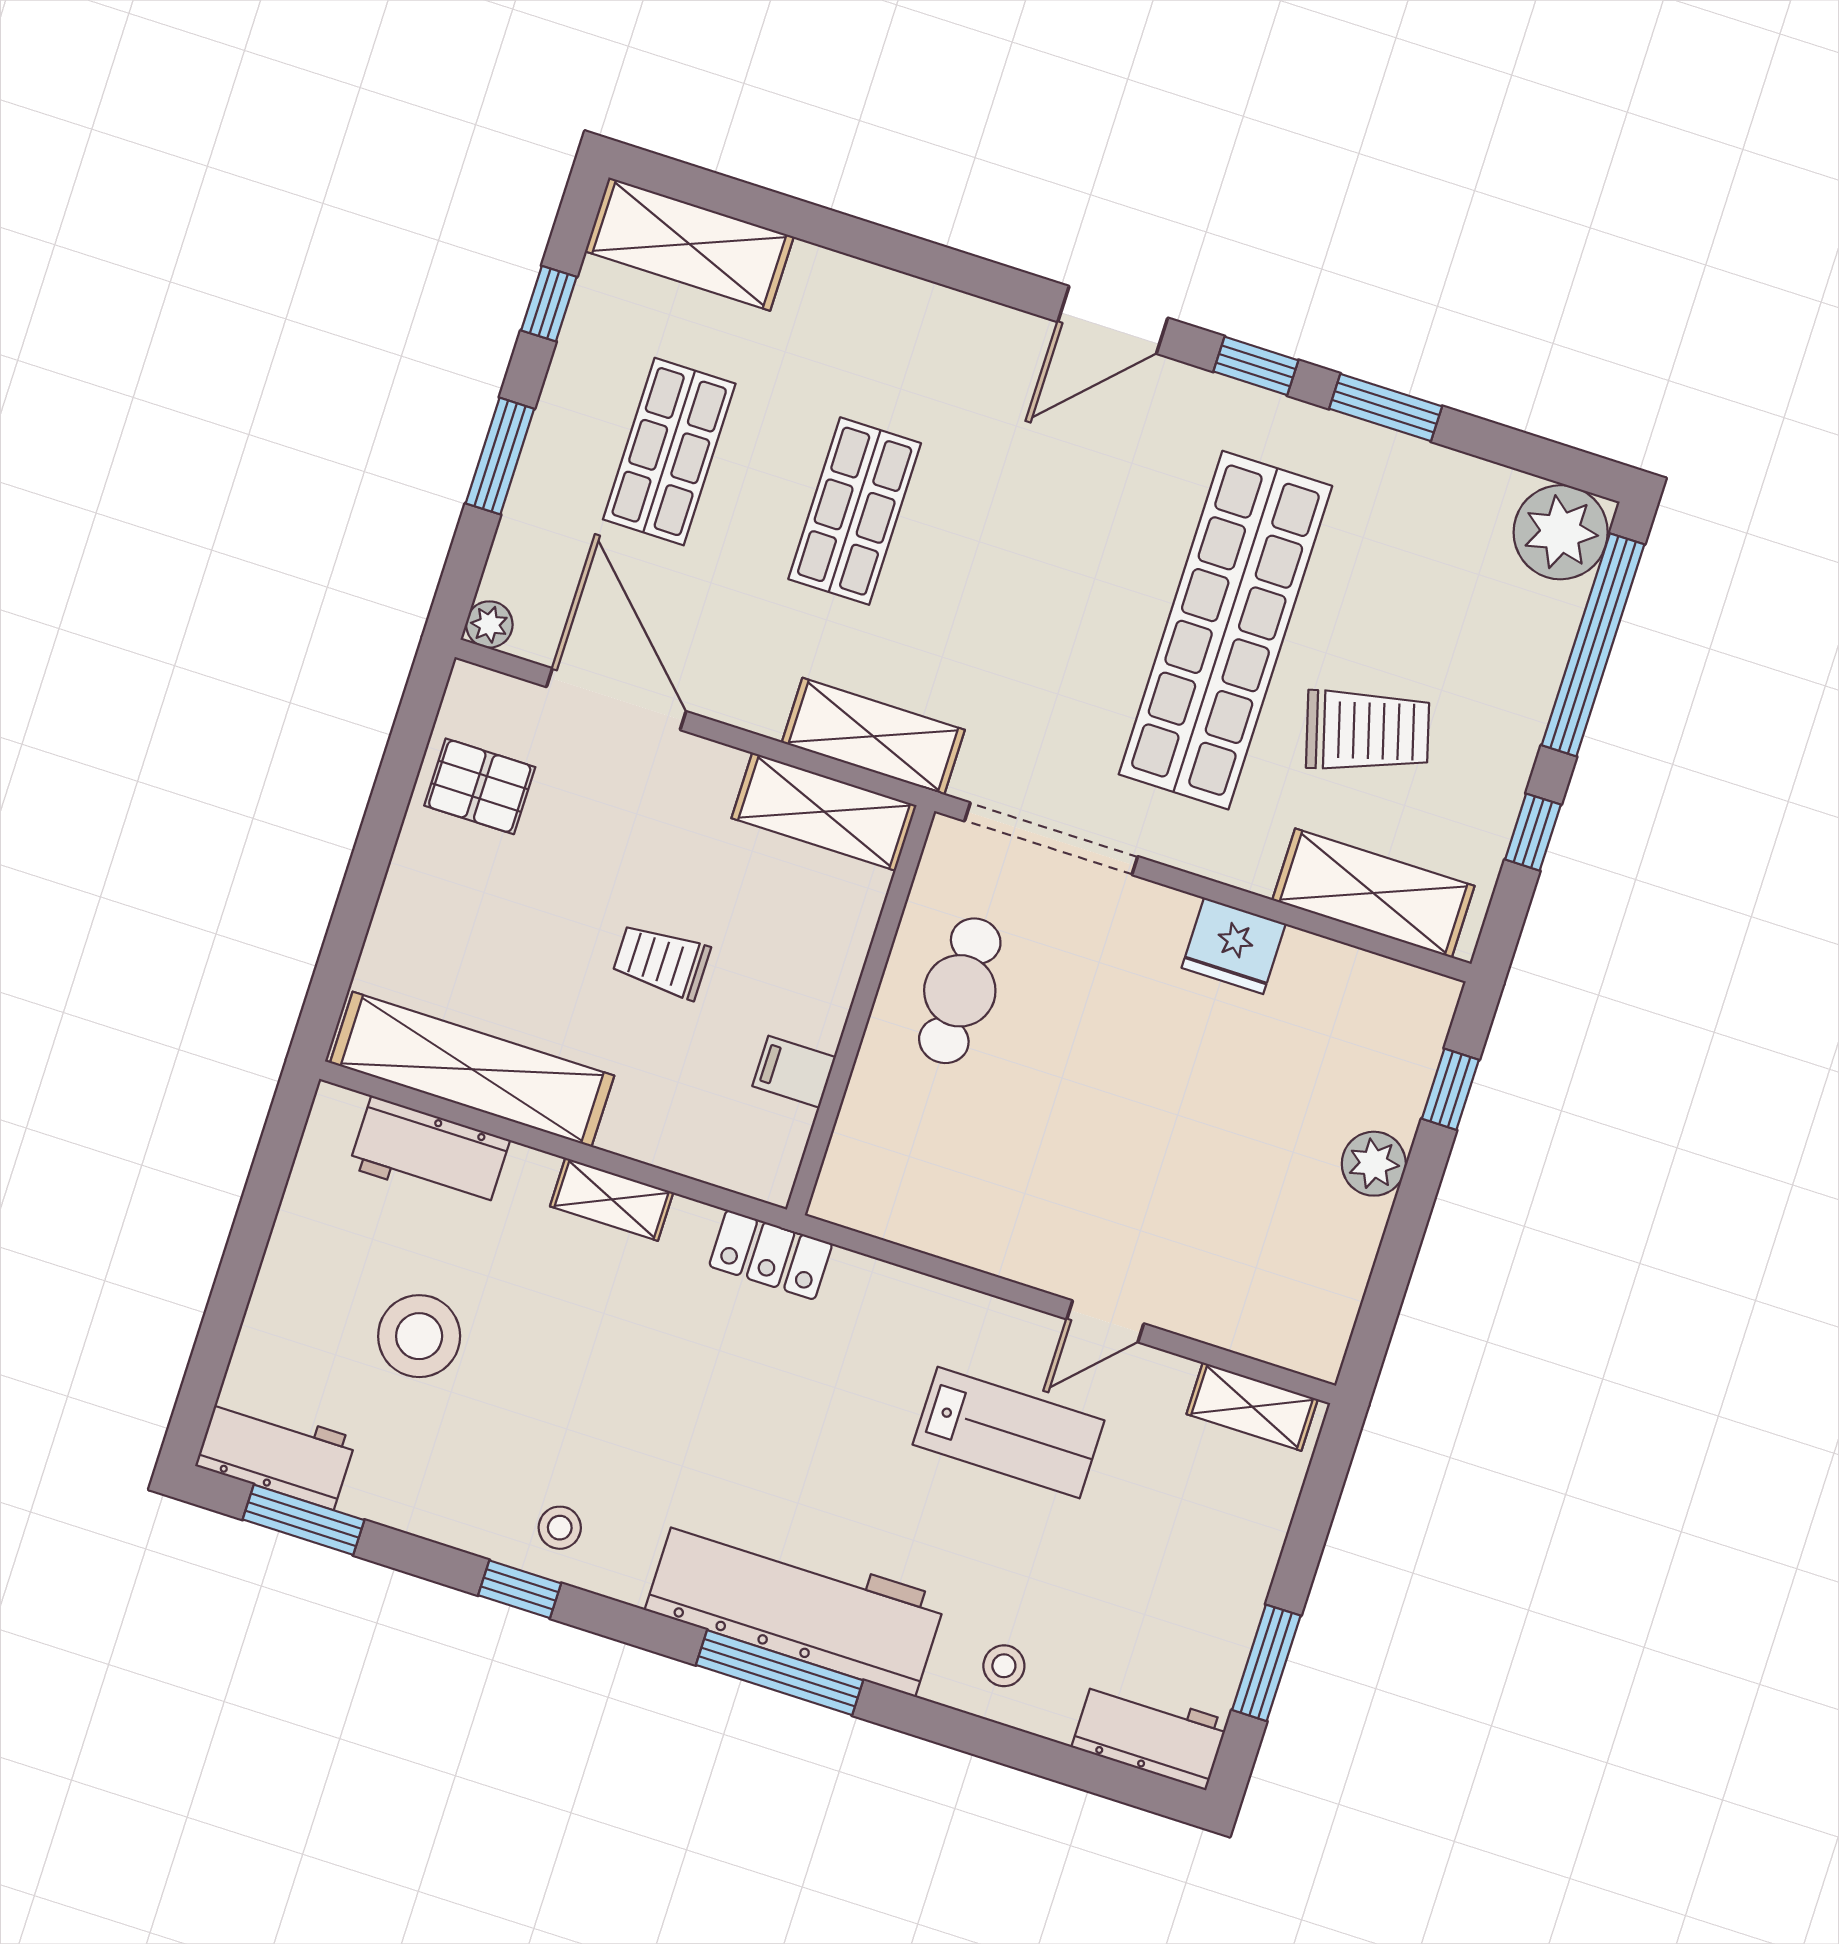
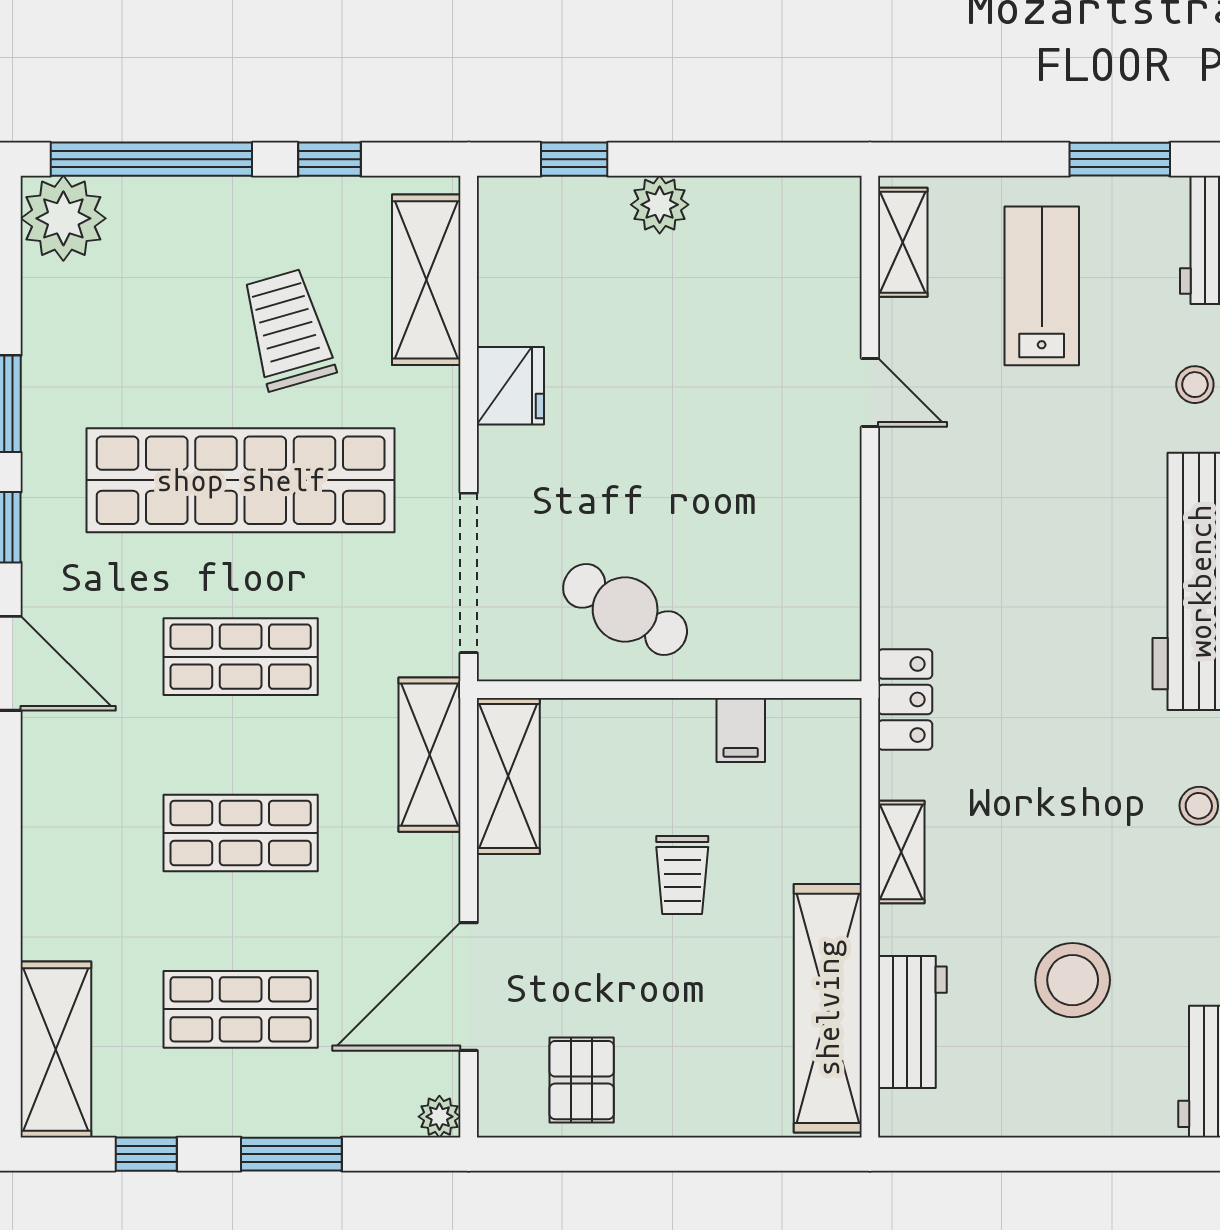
shop shelf: (1040, 571) -> (241, 657), added
cafe table: (960, 991) -> (625, 610), turned 30
lab bench: (1009, 1433) -> (1042, 286), moved

